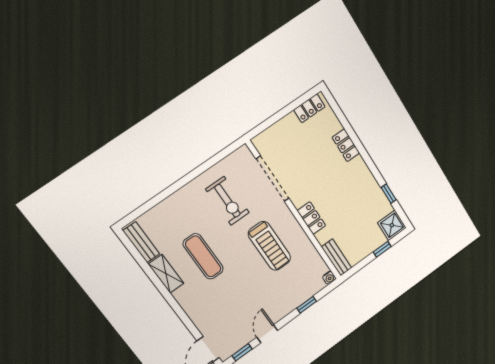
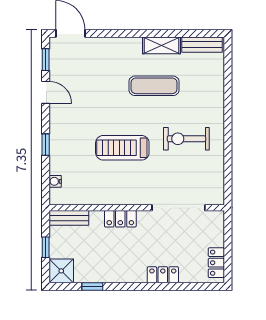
doorway: (273, 179) -> (178, 208), moved
wall: (295, 212) -> (137, 208), moved
locker: (311, 218) -> (120, 219), moved
bench: (336, 257) -> (69, 218), moved

